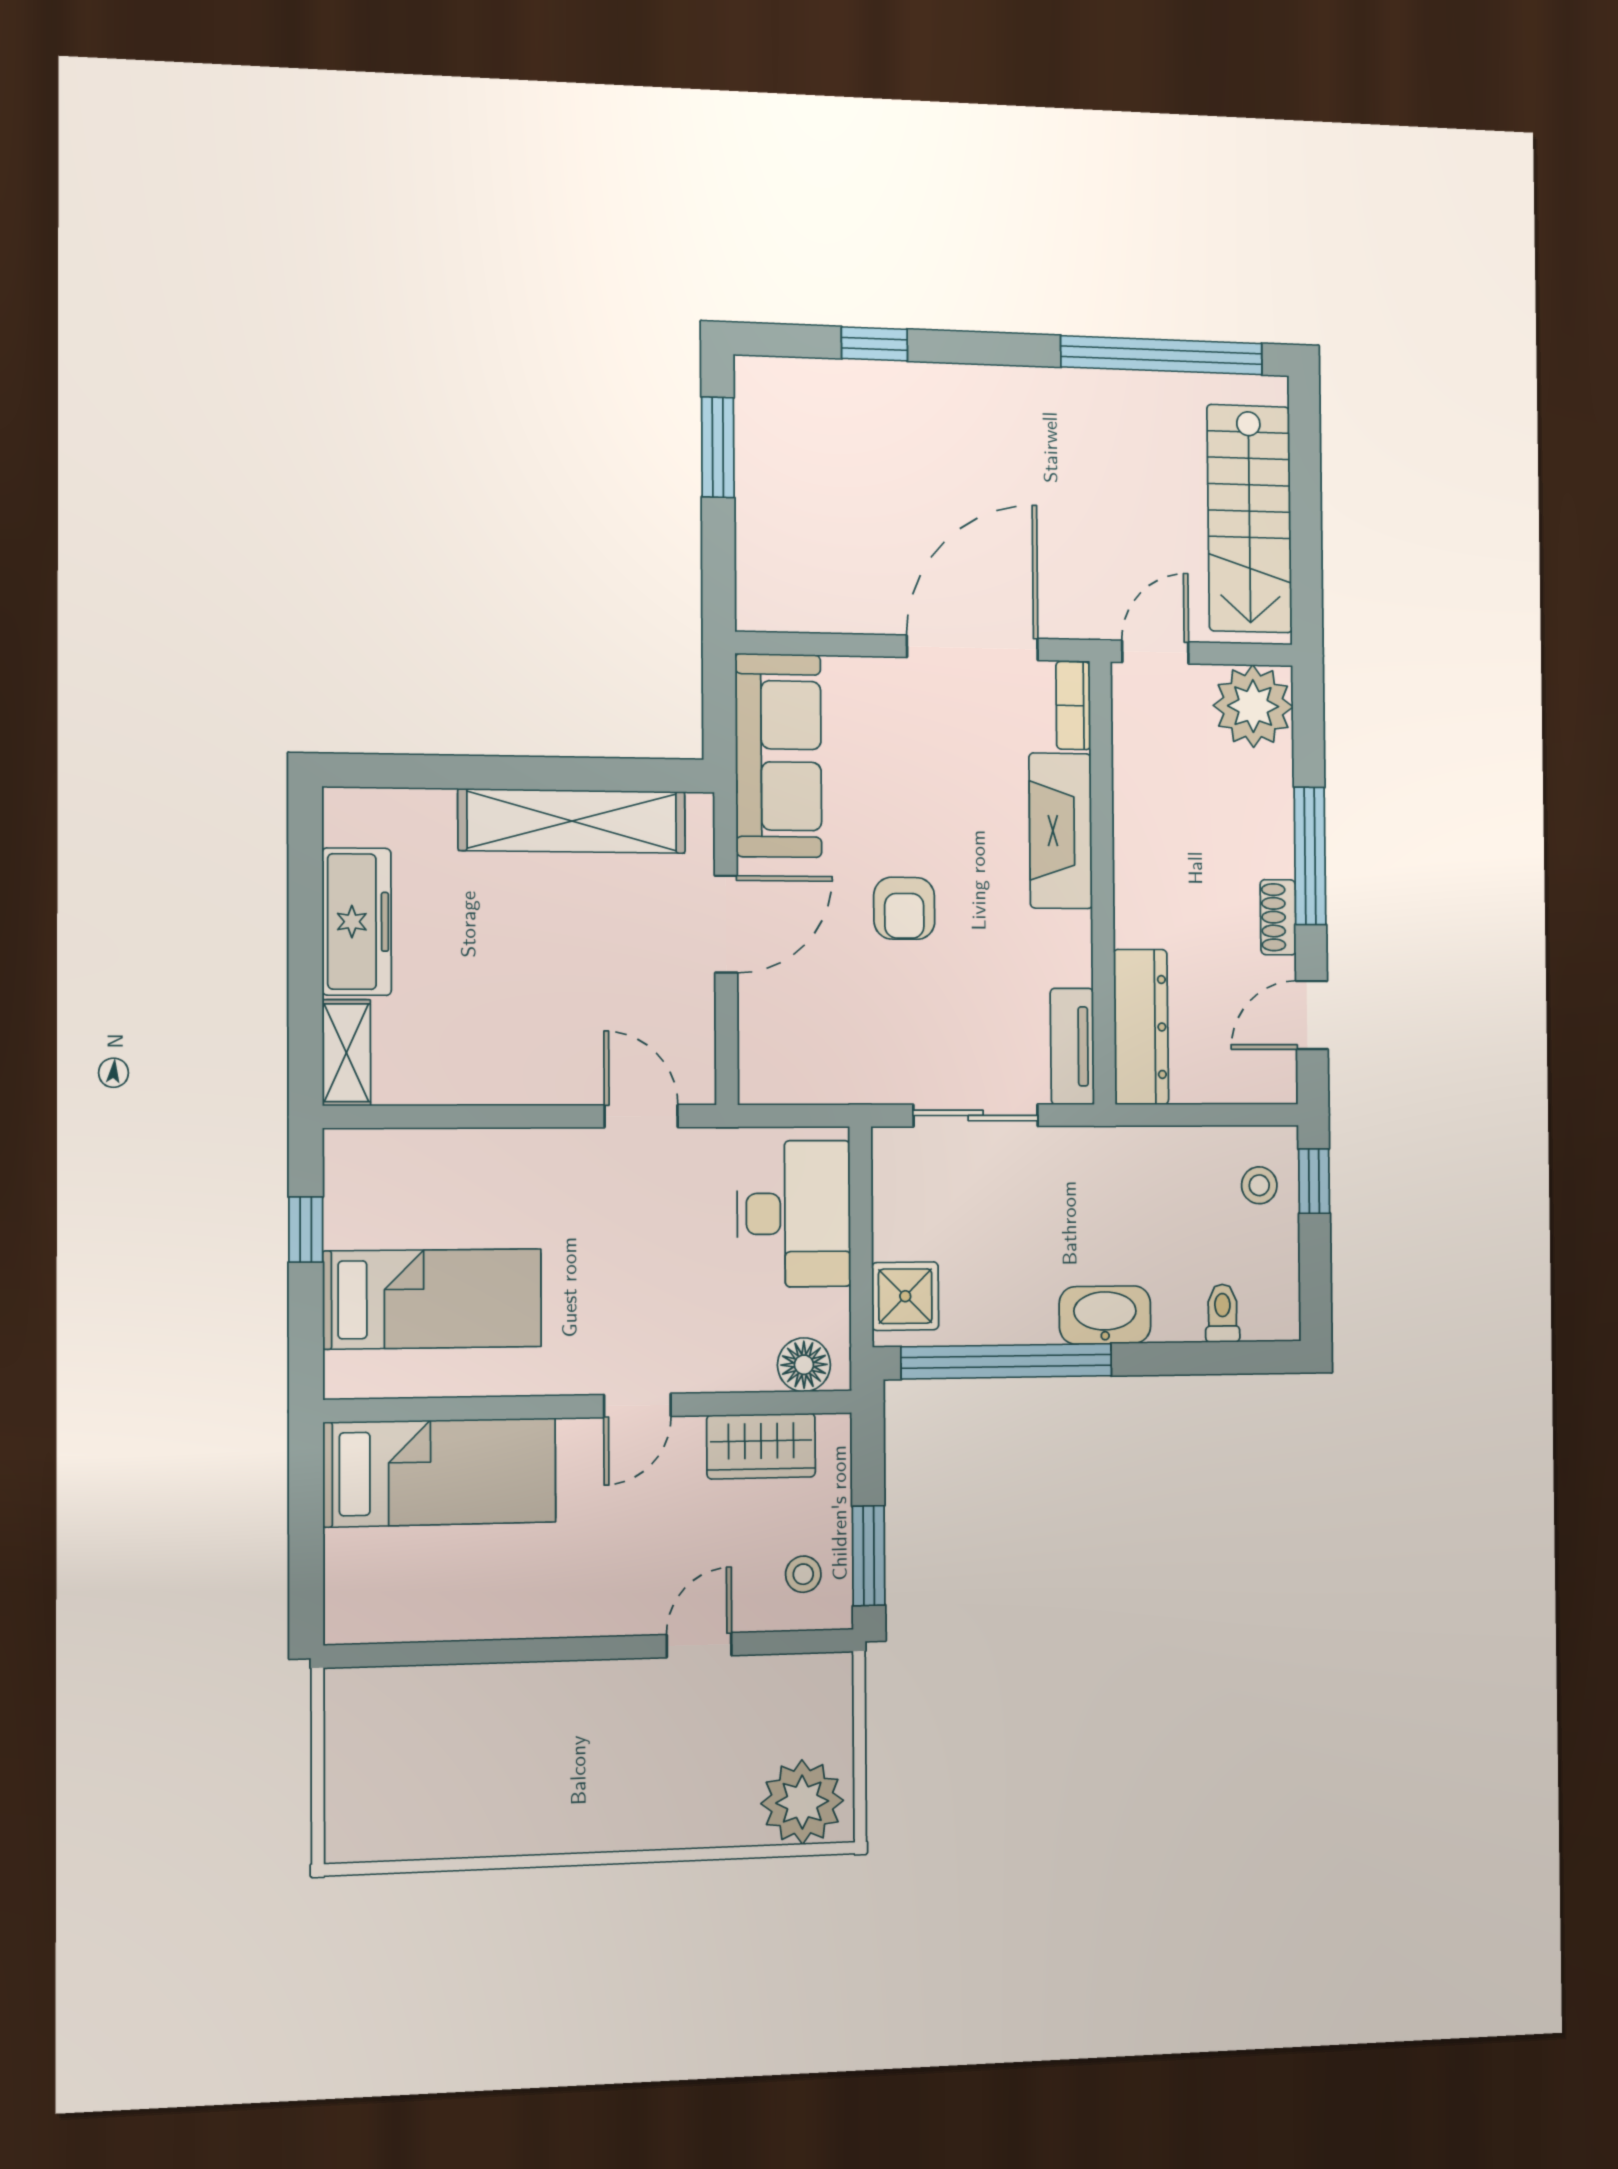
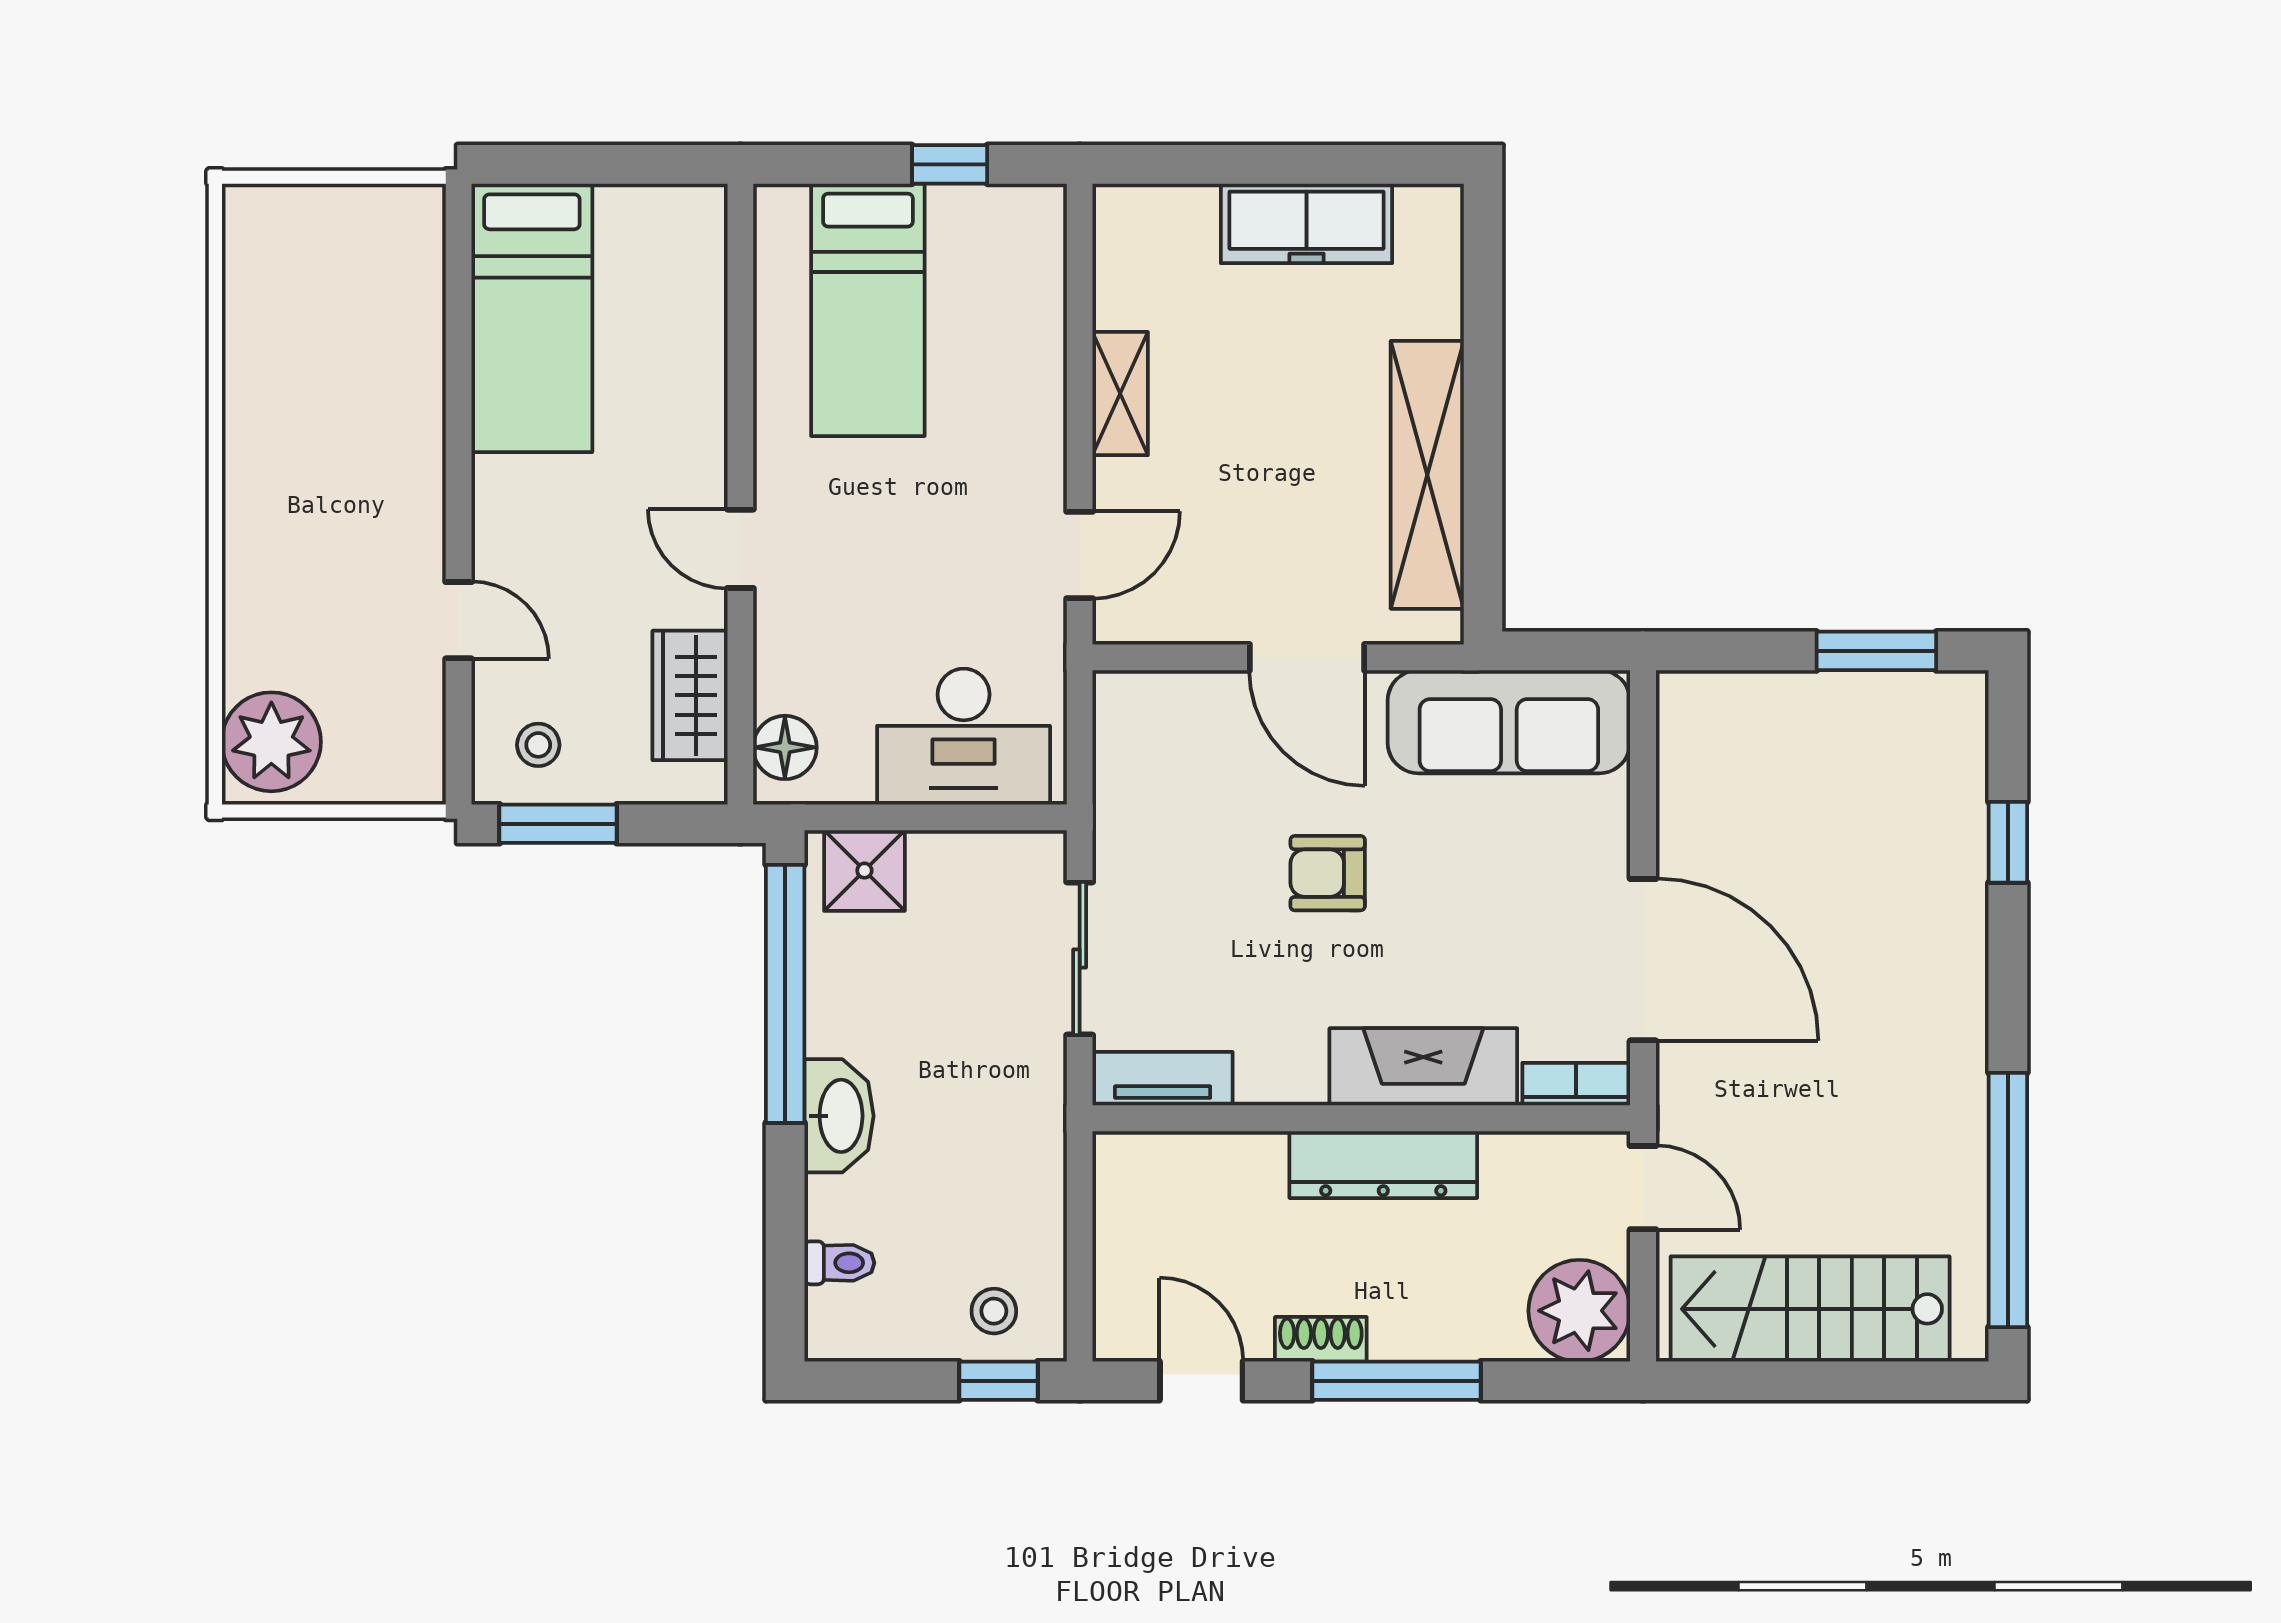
dresser: (1141, 1027) -> (1383, 1165), moved
shelving: (346, 1053) -> (1120, 394), moved, turned 90
bed: (440, 1472) -> (532, 318), moved

